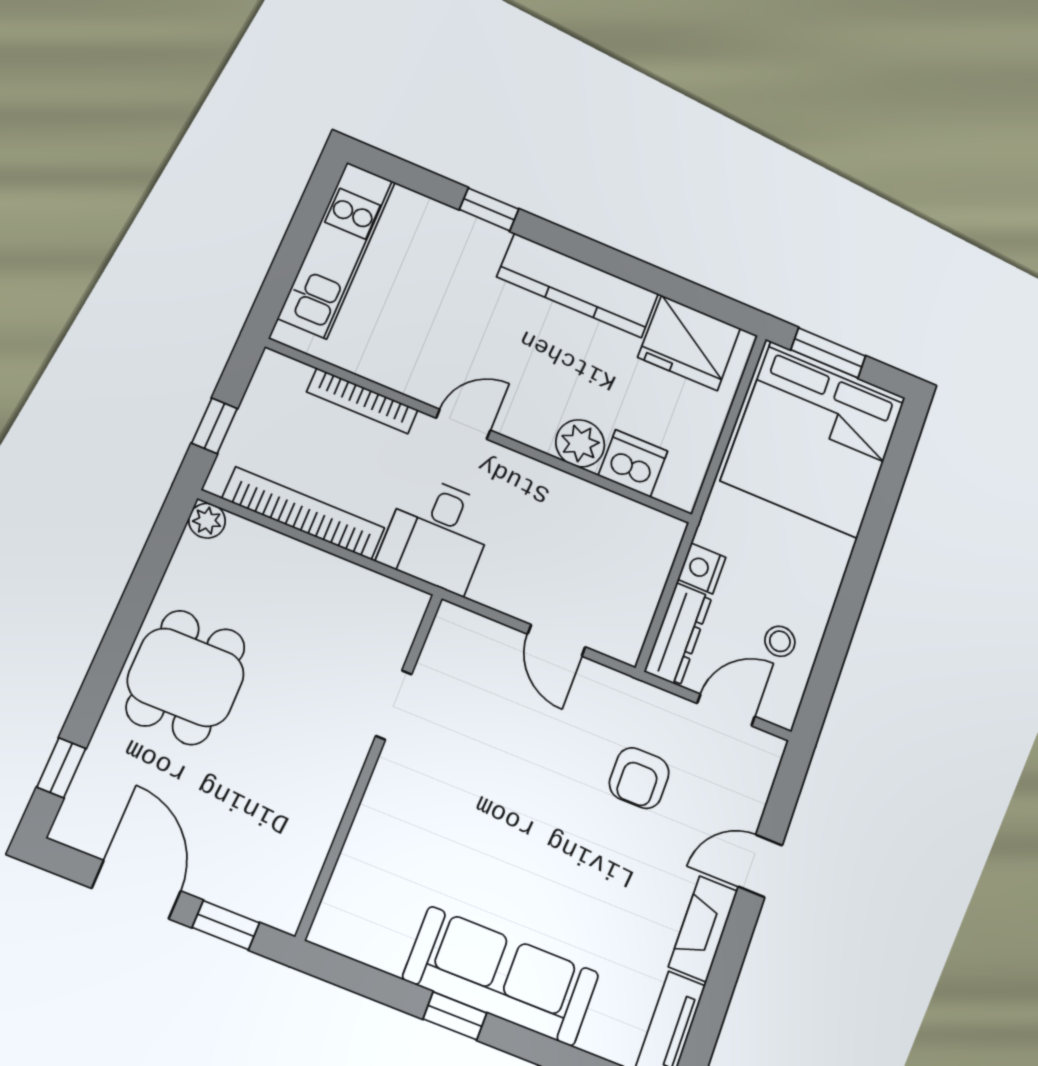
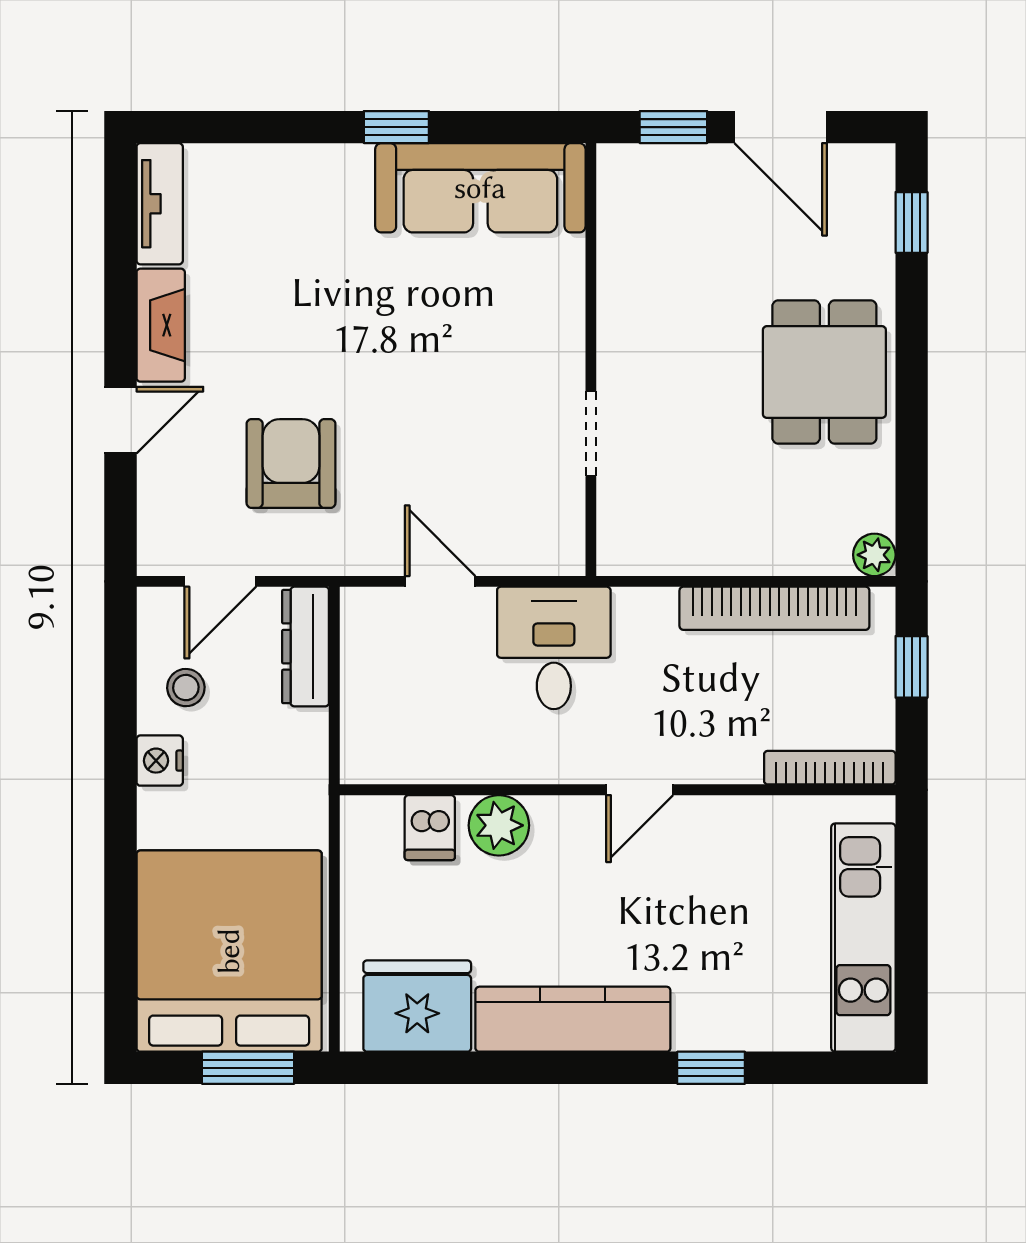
bookcase: (362, 401) -> (830, 768), moved
dishwasher: (633, 463) -> (430, 828), width x0.73
desk: (438, 534) -> (554, 648), moved
nightstand: (702, 568) -> (160, 761), moved, turned 180
armchair: (639, 778) -> (291, 463), width x1.38, depth x1.38
sofa: (501, 976) -> (480, 188), moved

